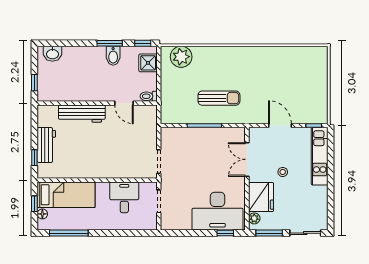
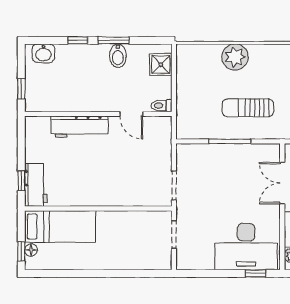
window: (143, 43) -> (78, 40), moved
plant: (181, 57) -> (235, 57), moved
sun lounger: (219, 98) -> (248, 108), turned 180
workbench: (46, 145) -> (36, 185), moved
desk: (124, 197) -> (132, 230), removed
window: (34, 204) -> (21, 251), moved
window: (69, 233) -> (64, 273), removed

